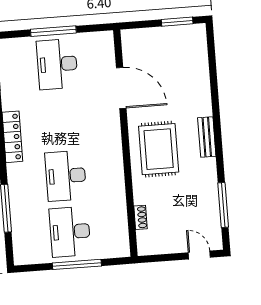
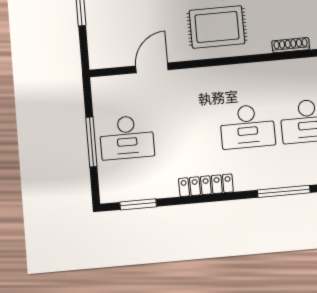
door: (121, 88) -> (152, 68), width x0.73
shoe rack: (141, 217) -> (291, 45), width x1.43

